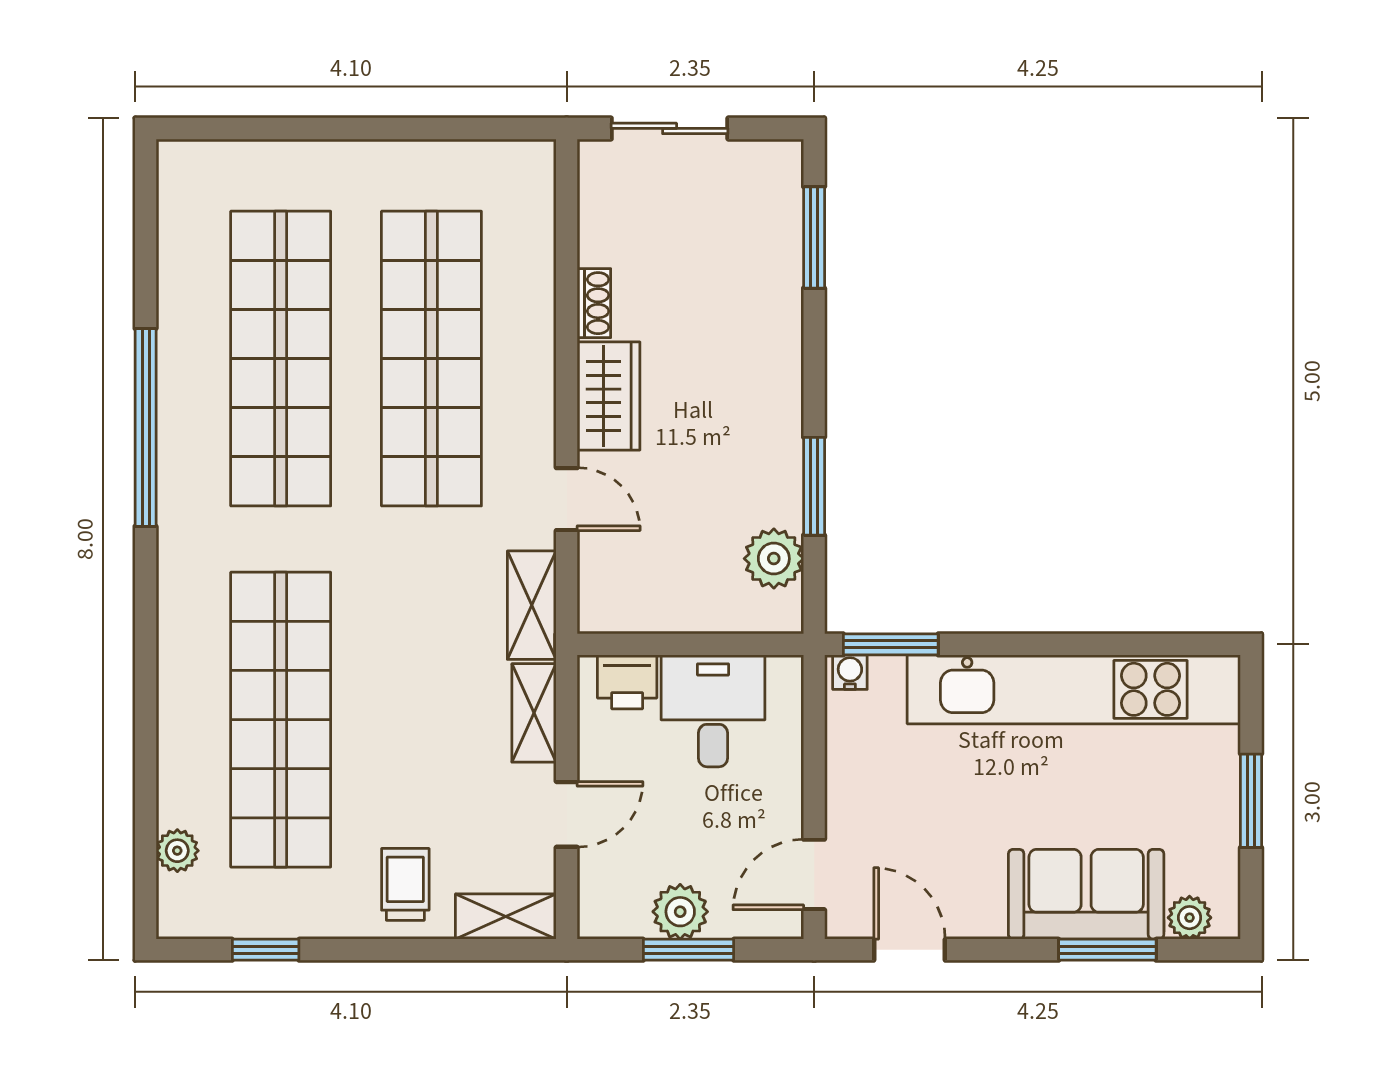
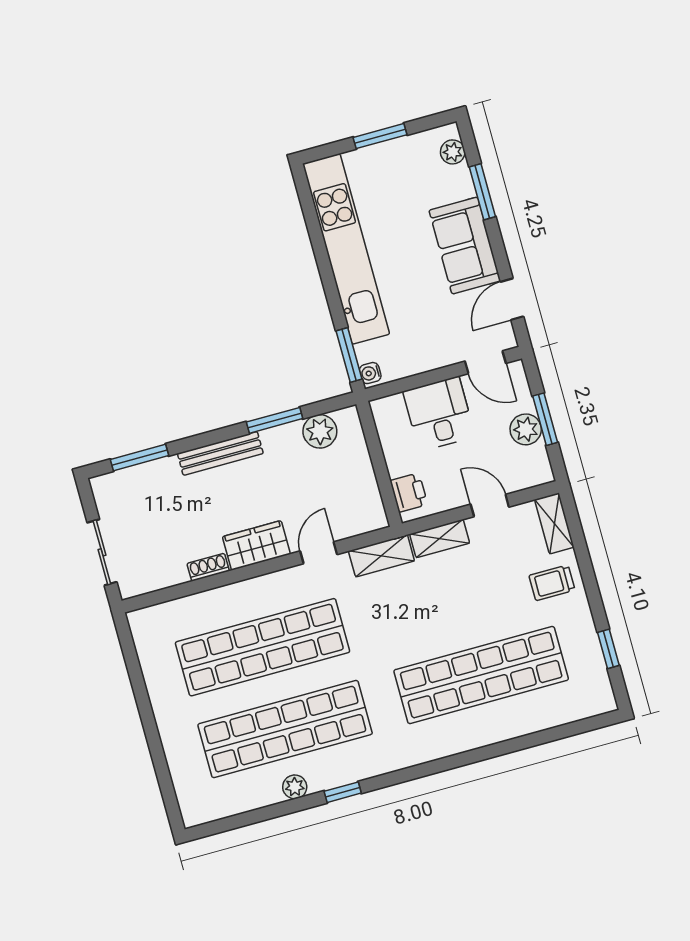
bench: (783, 378) -> (220, 453), added
window: (146, 427) -> (343, 792), width x0.32
desk: (713, 711) -> (439, 414), moved, turned 90
plant: (177, 851) -> (295, 787), moved
sofa: (1086, 894) -> (465, 246), moved

